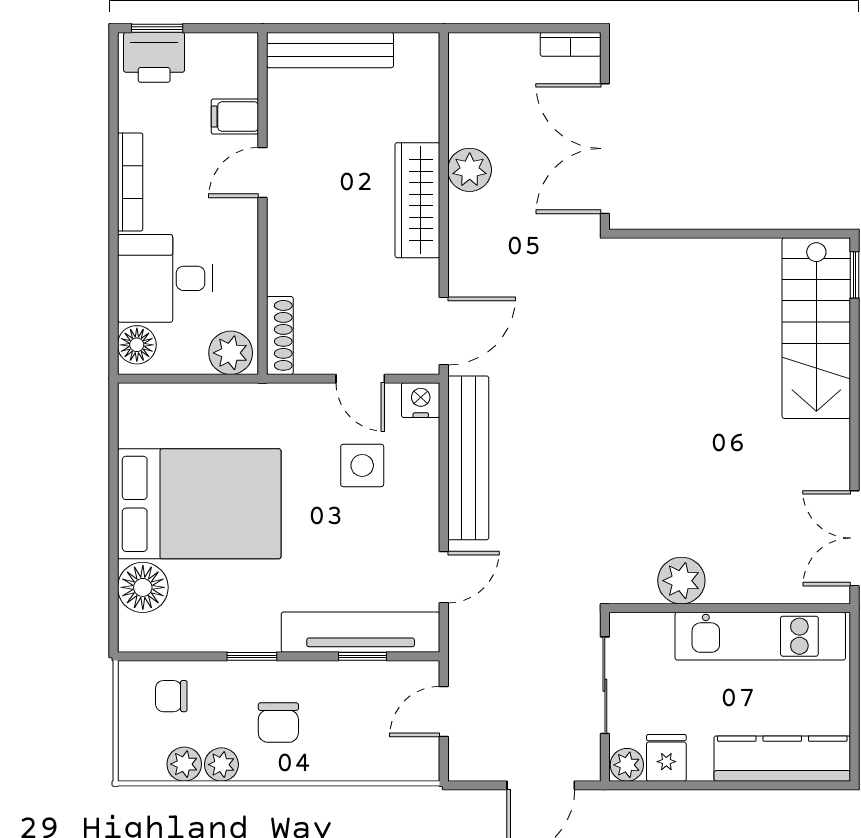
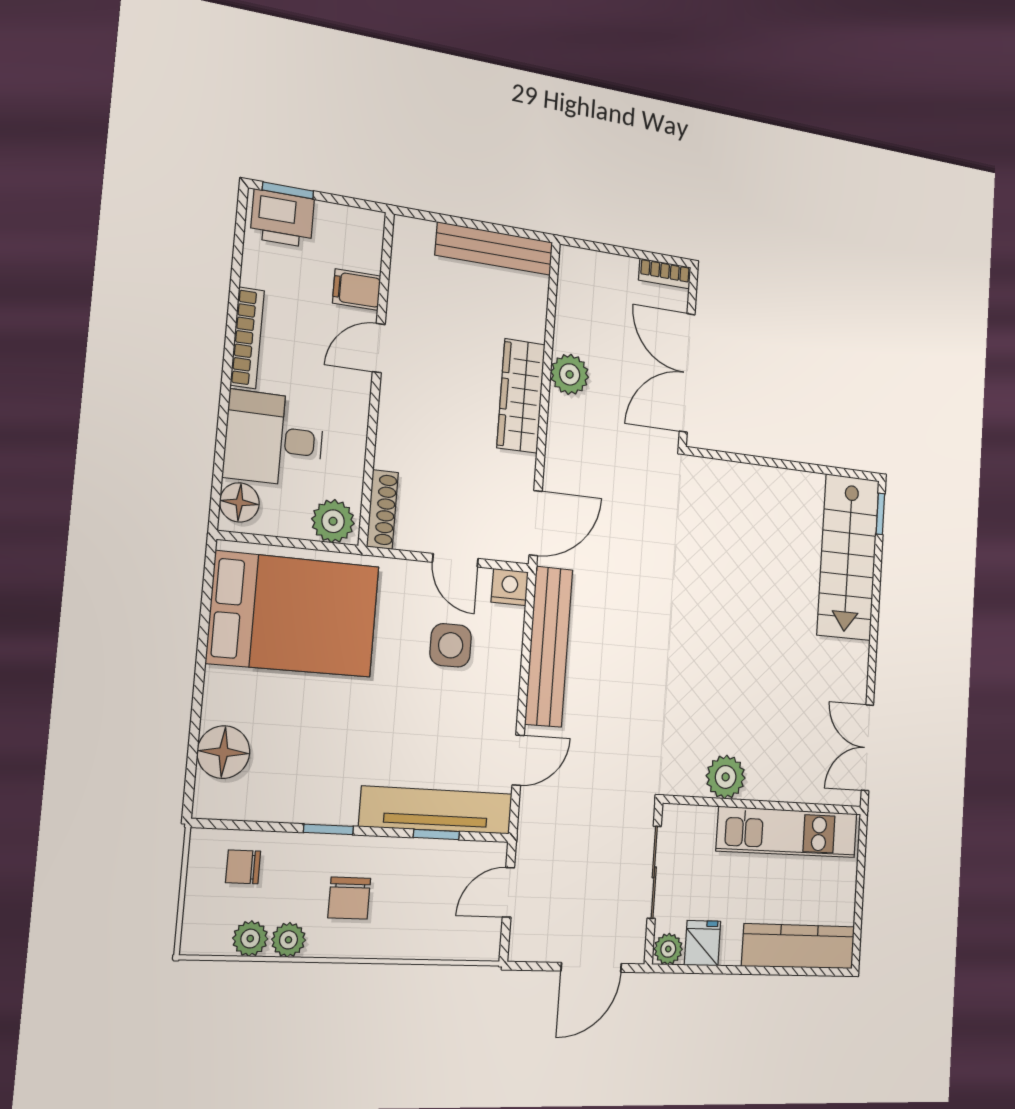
bench: (330, 50) -> (494, 249), moved
bed: (199, 504) -> (294, 614), moved

